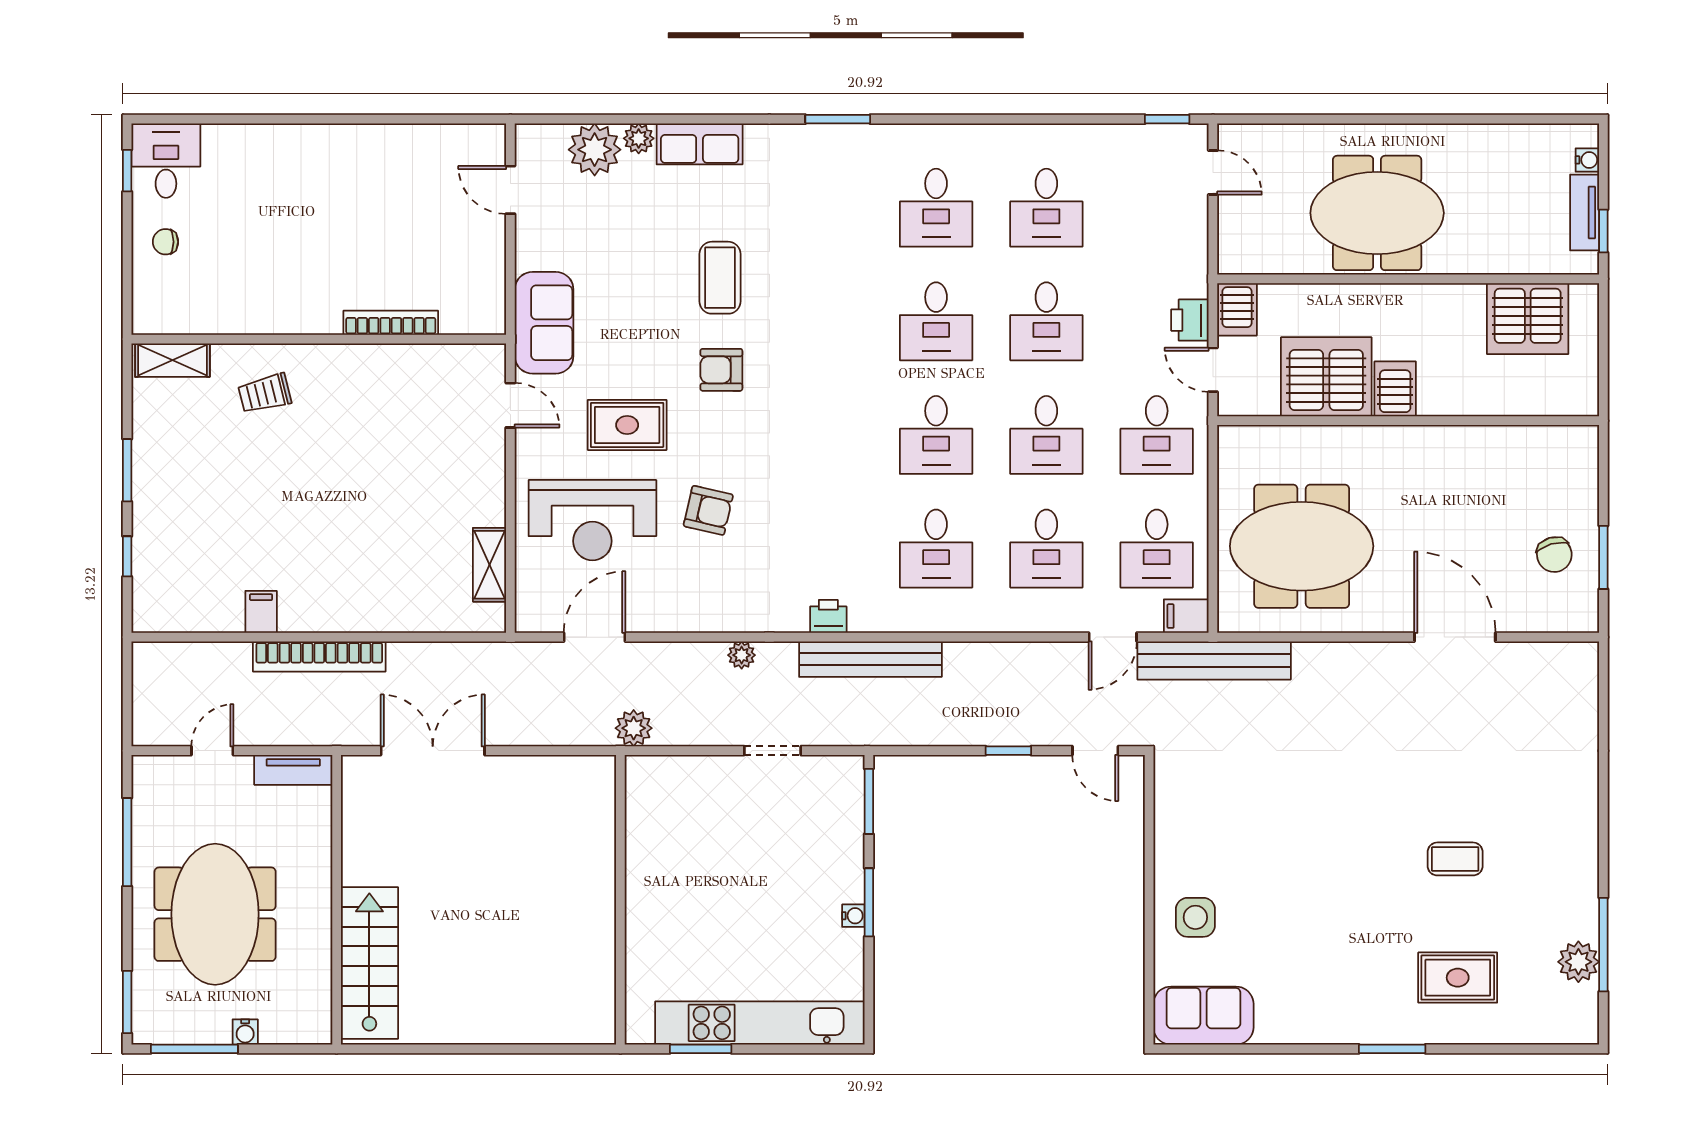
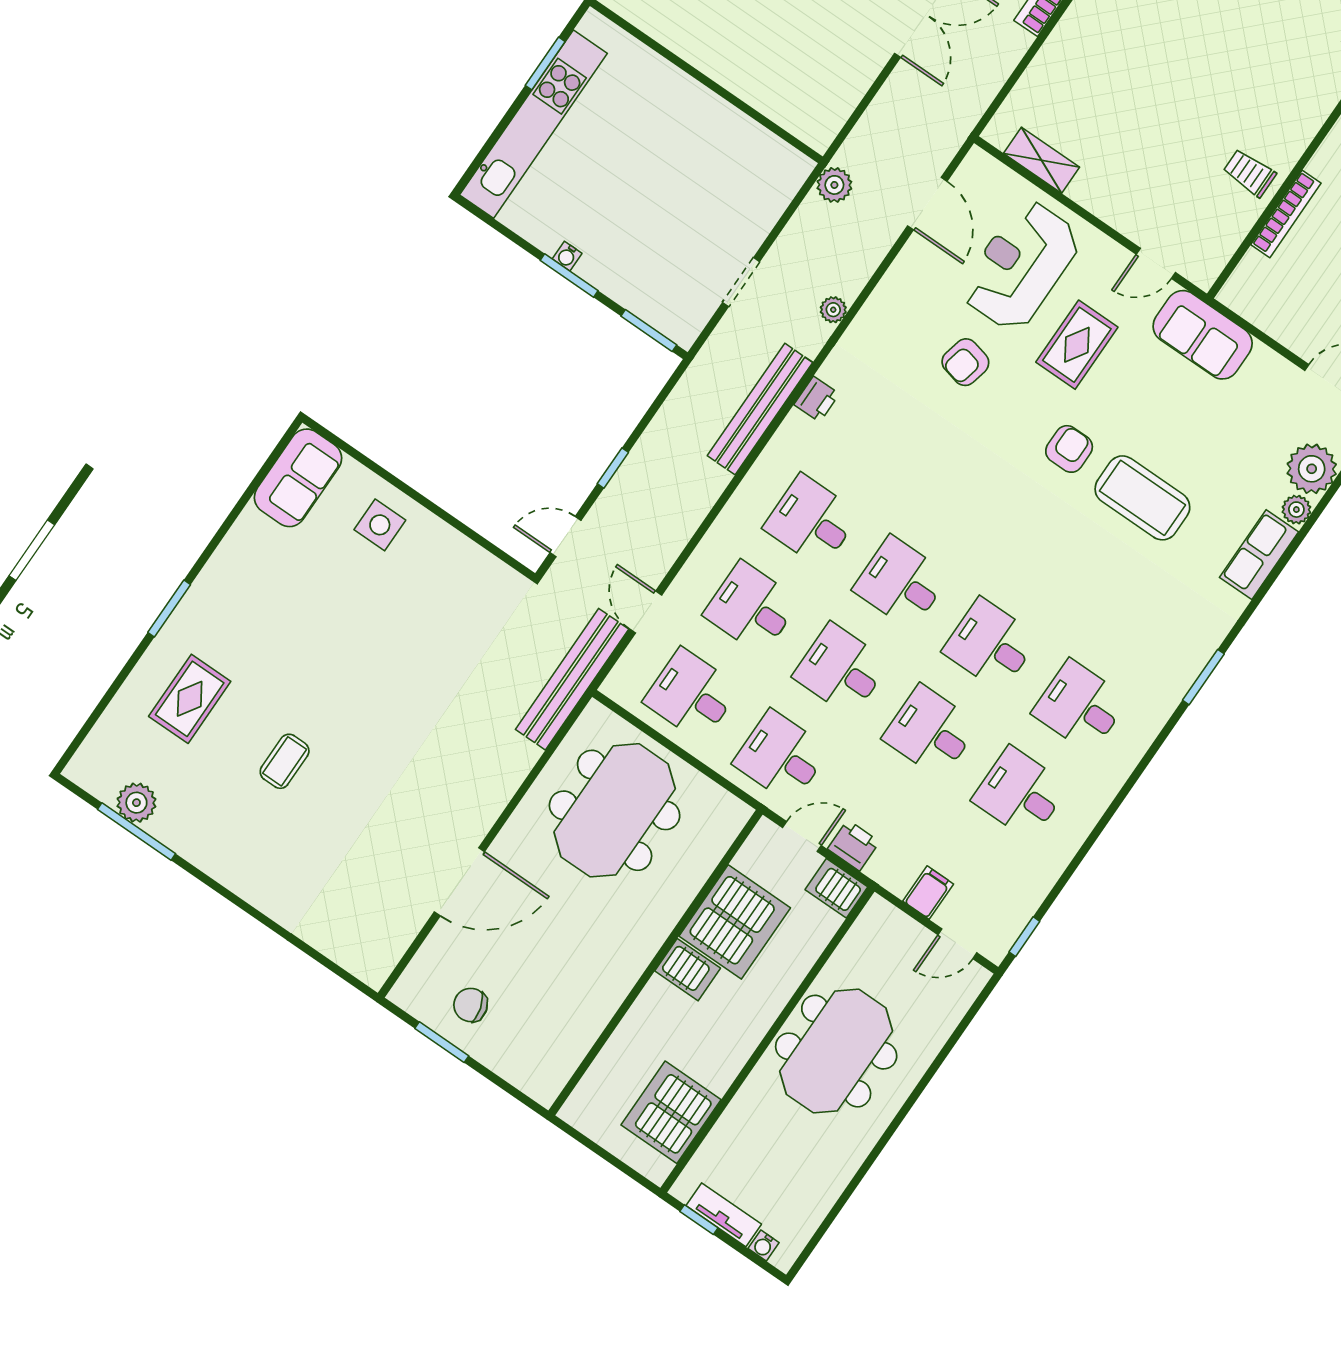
coffee table: (720, 278) -> (1142, 498), width x1.36, depth x1.32
trolley: (265, 393) -> (1249, 173), moved, turned -76
filing cabinet: (1186, 616) -> (928, 893), moved

